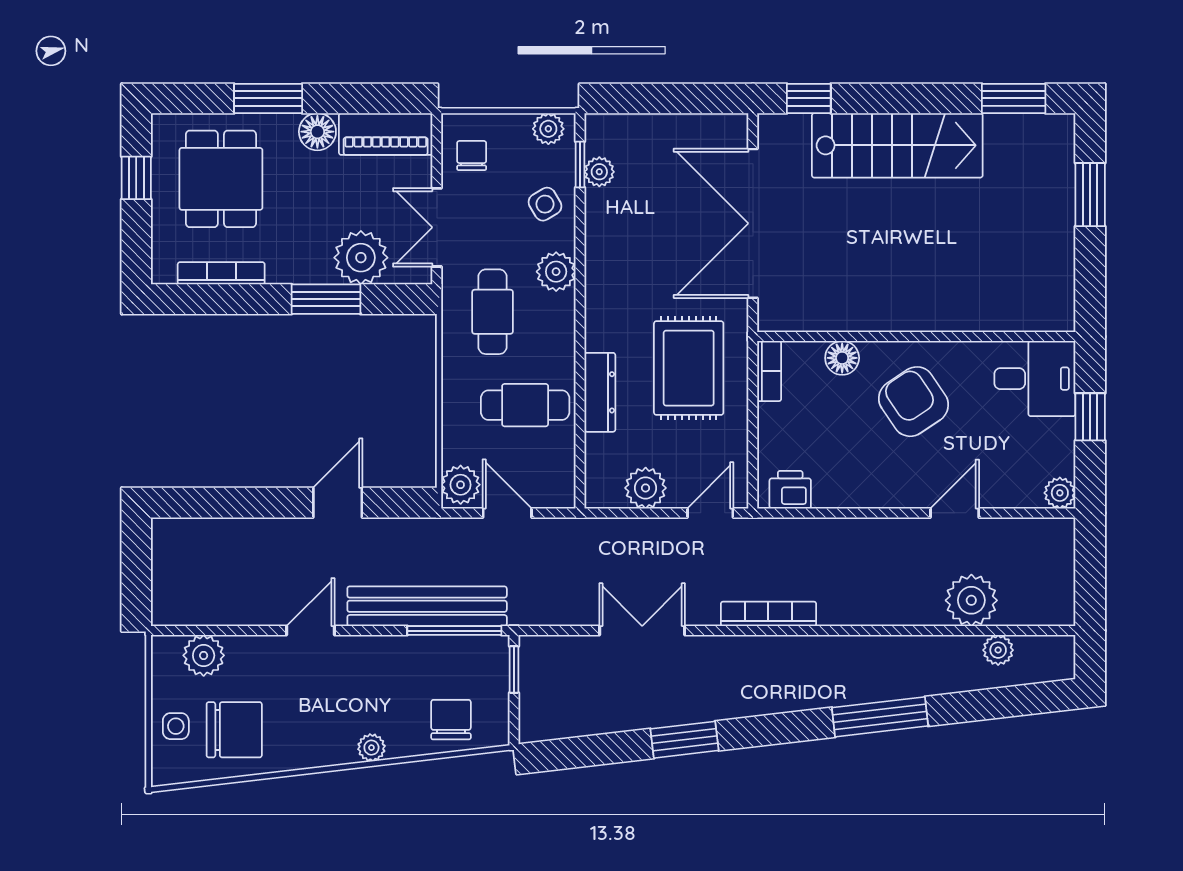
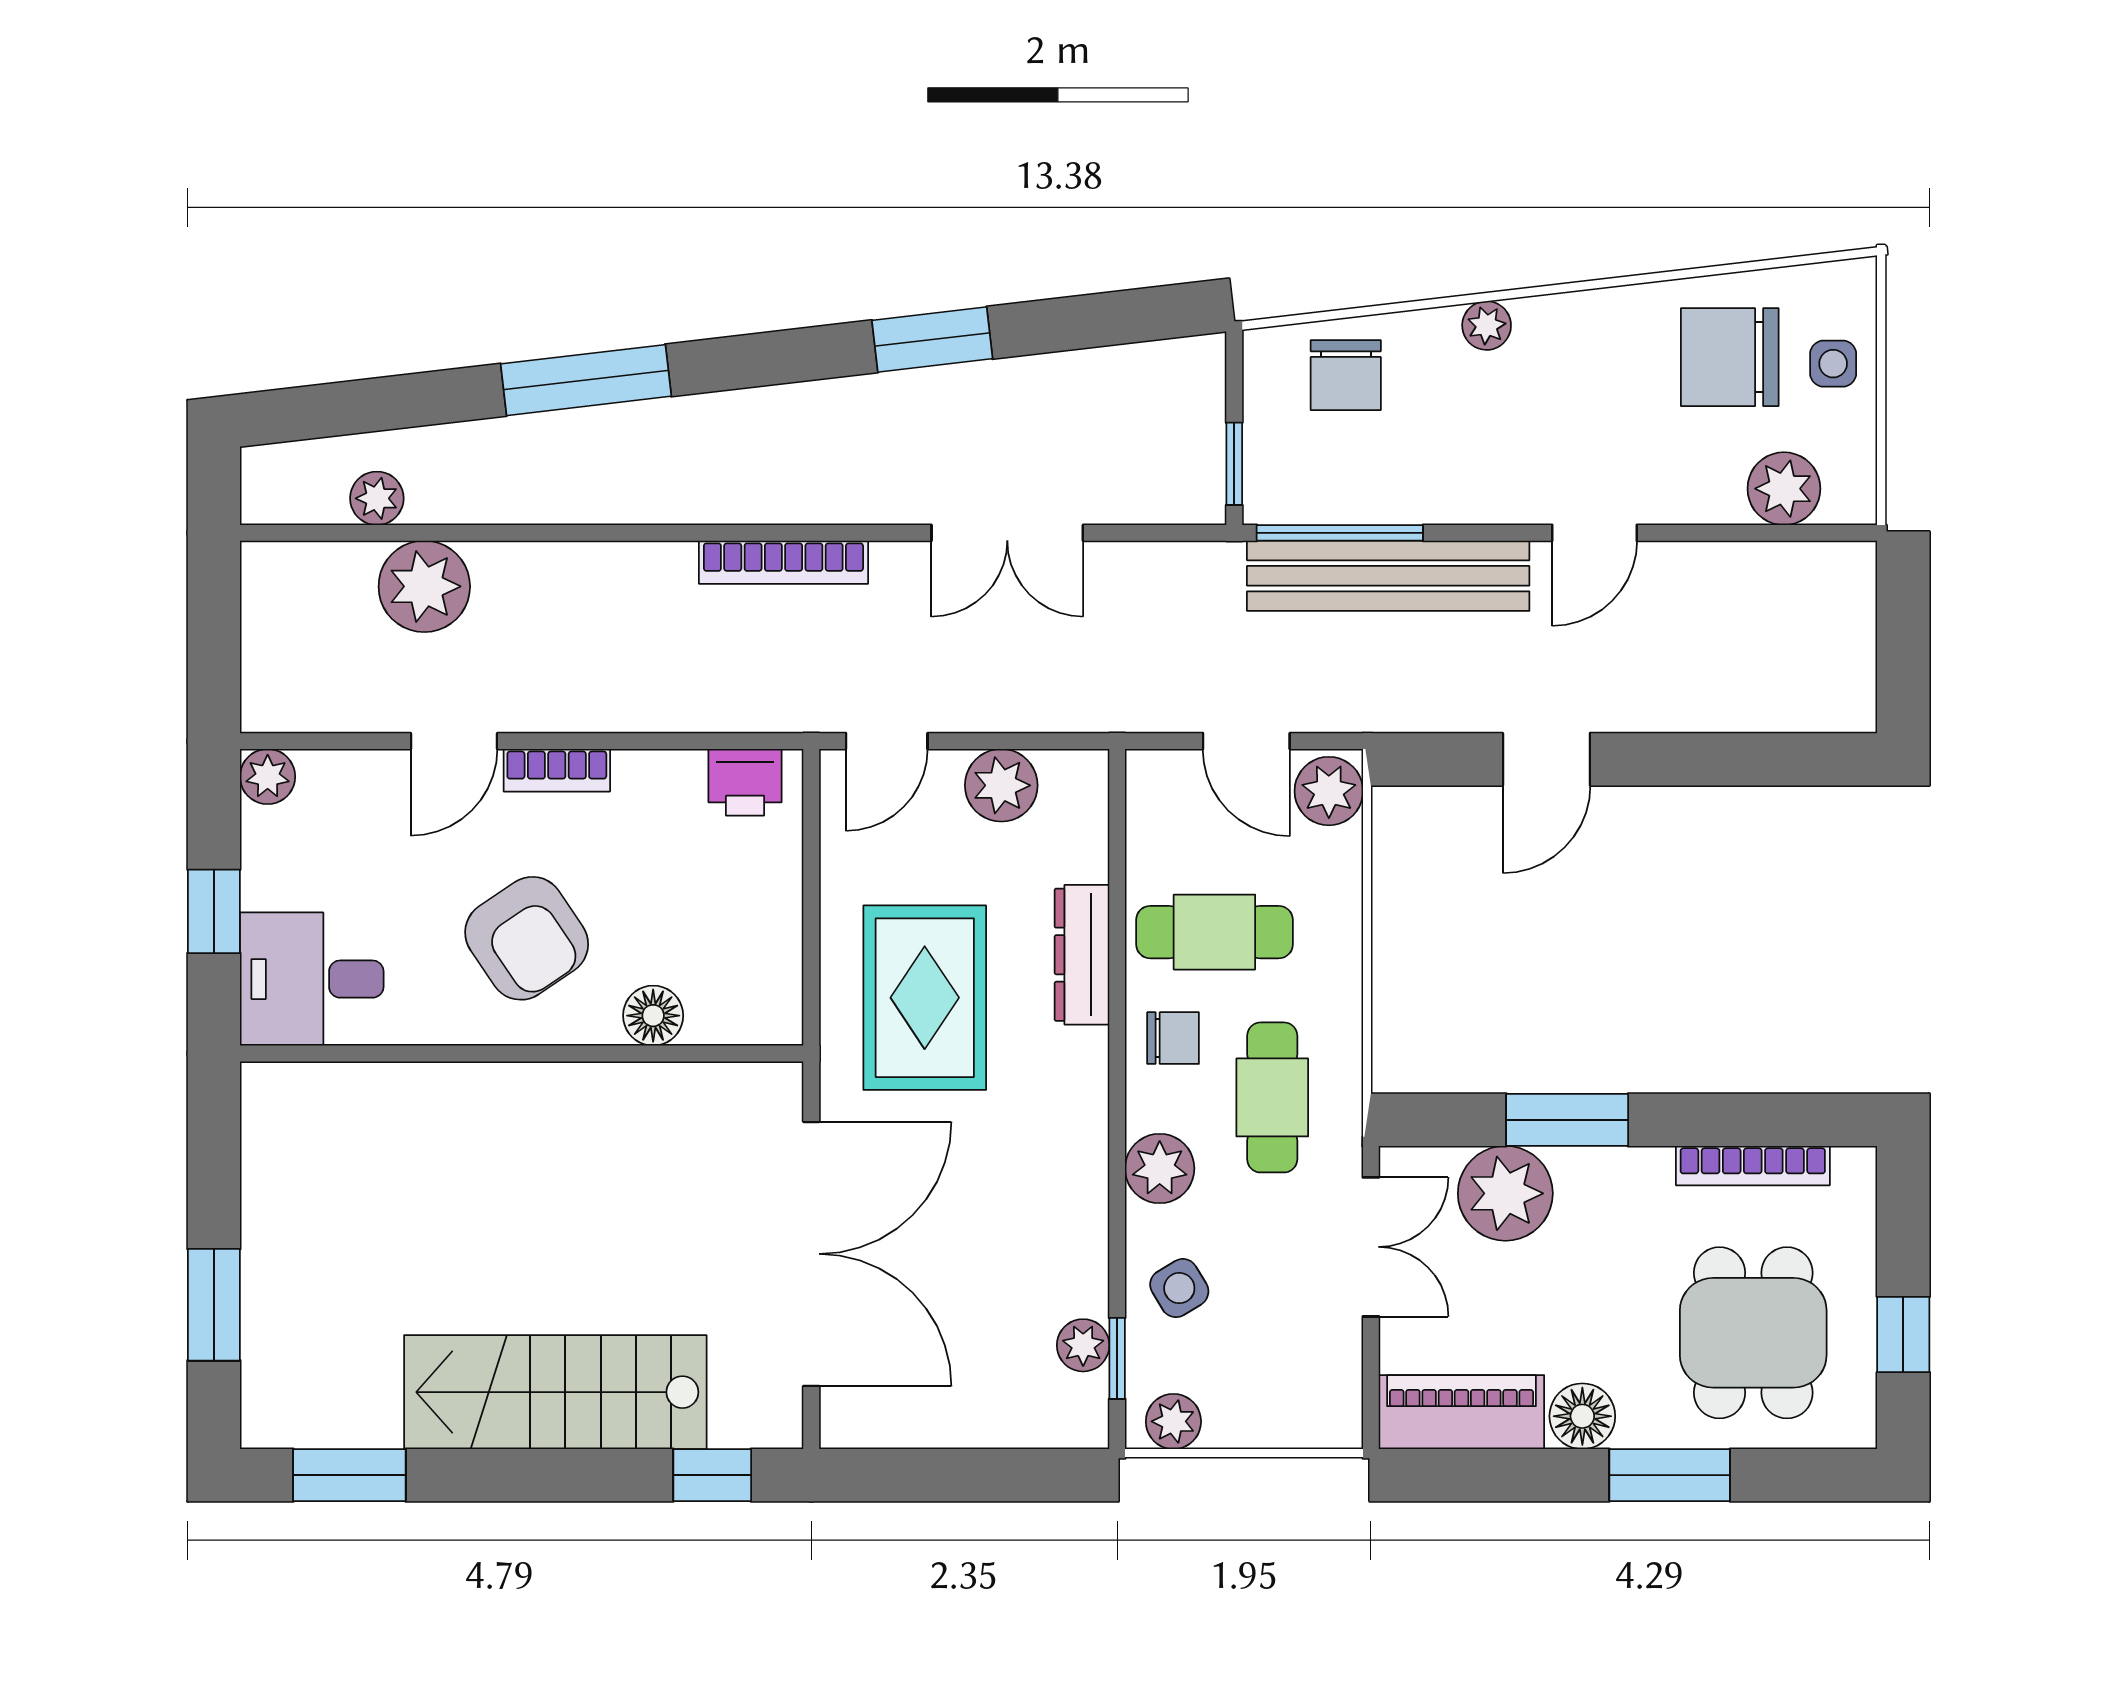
chair: (472, 156) -> (1173, 1038), moved, turned -90
bookcase: (769, 371) -> (557, 770), moved, turned -90

